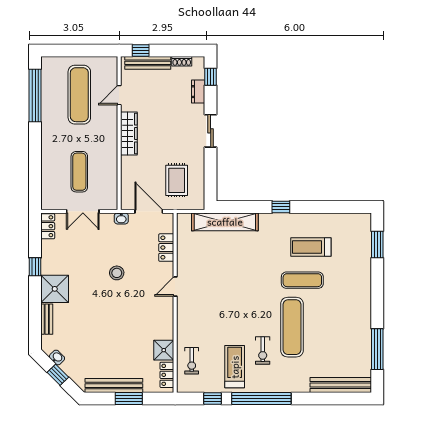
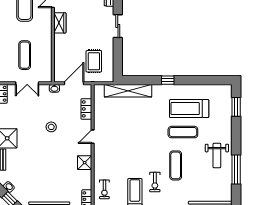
wardrobe: (129, 134) -> (60, 23), width x0.67
door: (149, 211) -> (74, 83), hinge flipped
treadmill: (311, 247) -> (189, 109), width x1.37, depth x1.38
weight bench: (350, 313) -> (217, 155), added
exercise mat: (292, 327) -> (176, 165), width x0.73, depth x0.69
window: (377, 349) -> (236, 169), moved
shower: (164, 350) -> (85, 163), moved

